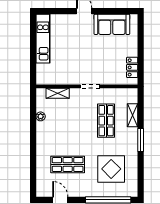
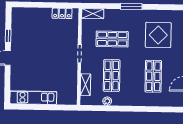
window: (107, 11) -> (8, 36), added
sofa: (112, 24) -> (21, 32), removed
shelving: (132, 115) -> (93, 14), moved
shop shelf: (68, 121) -> (112, 76), added

